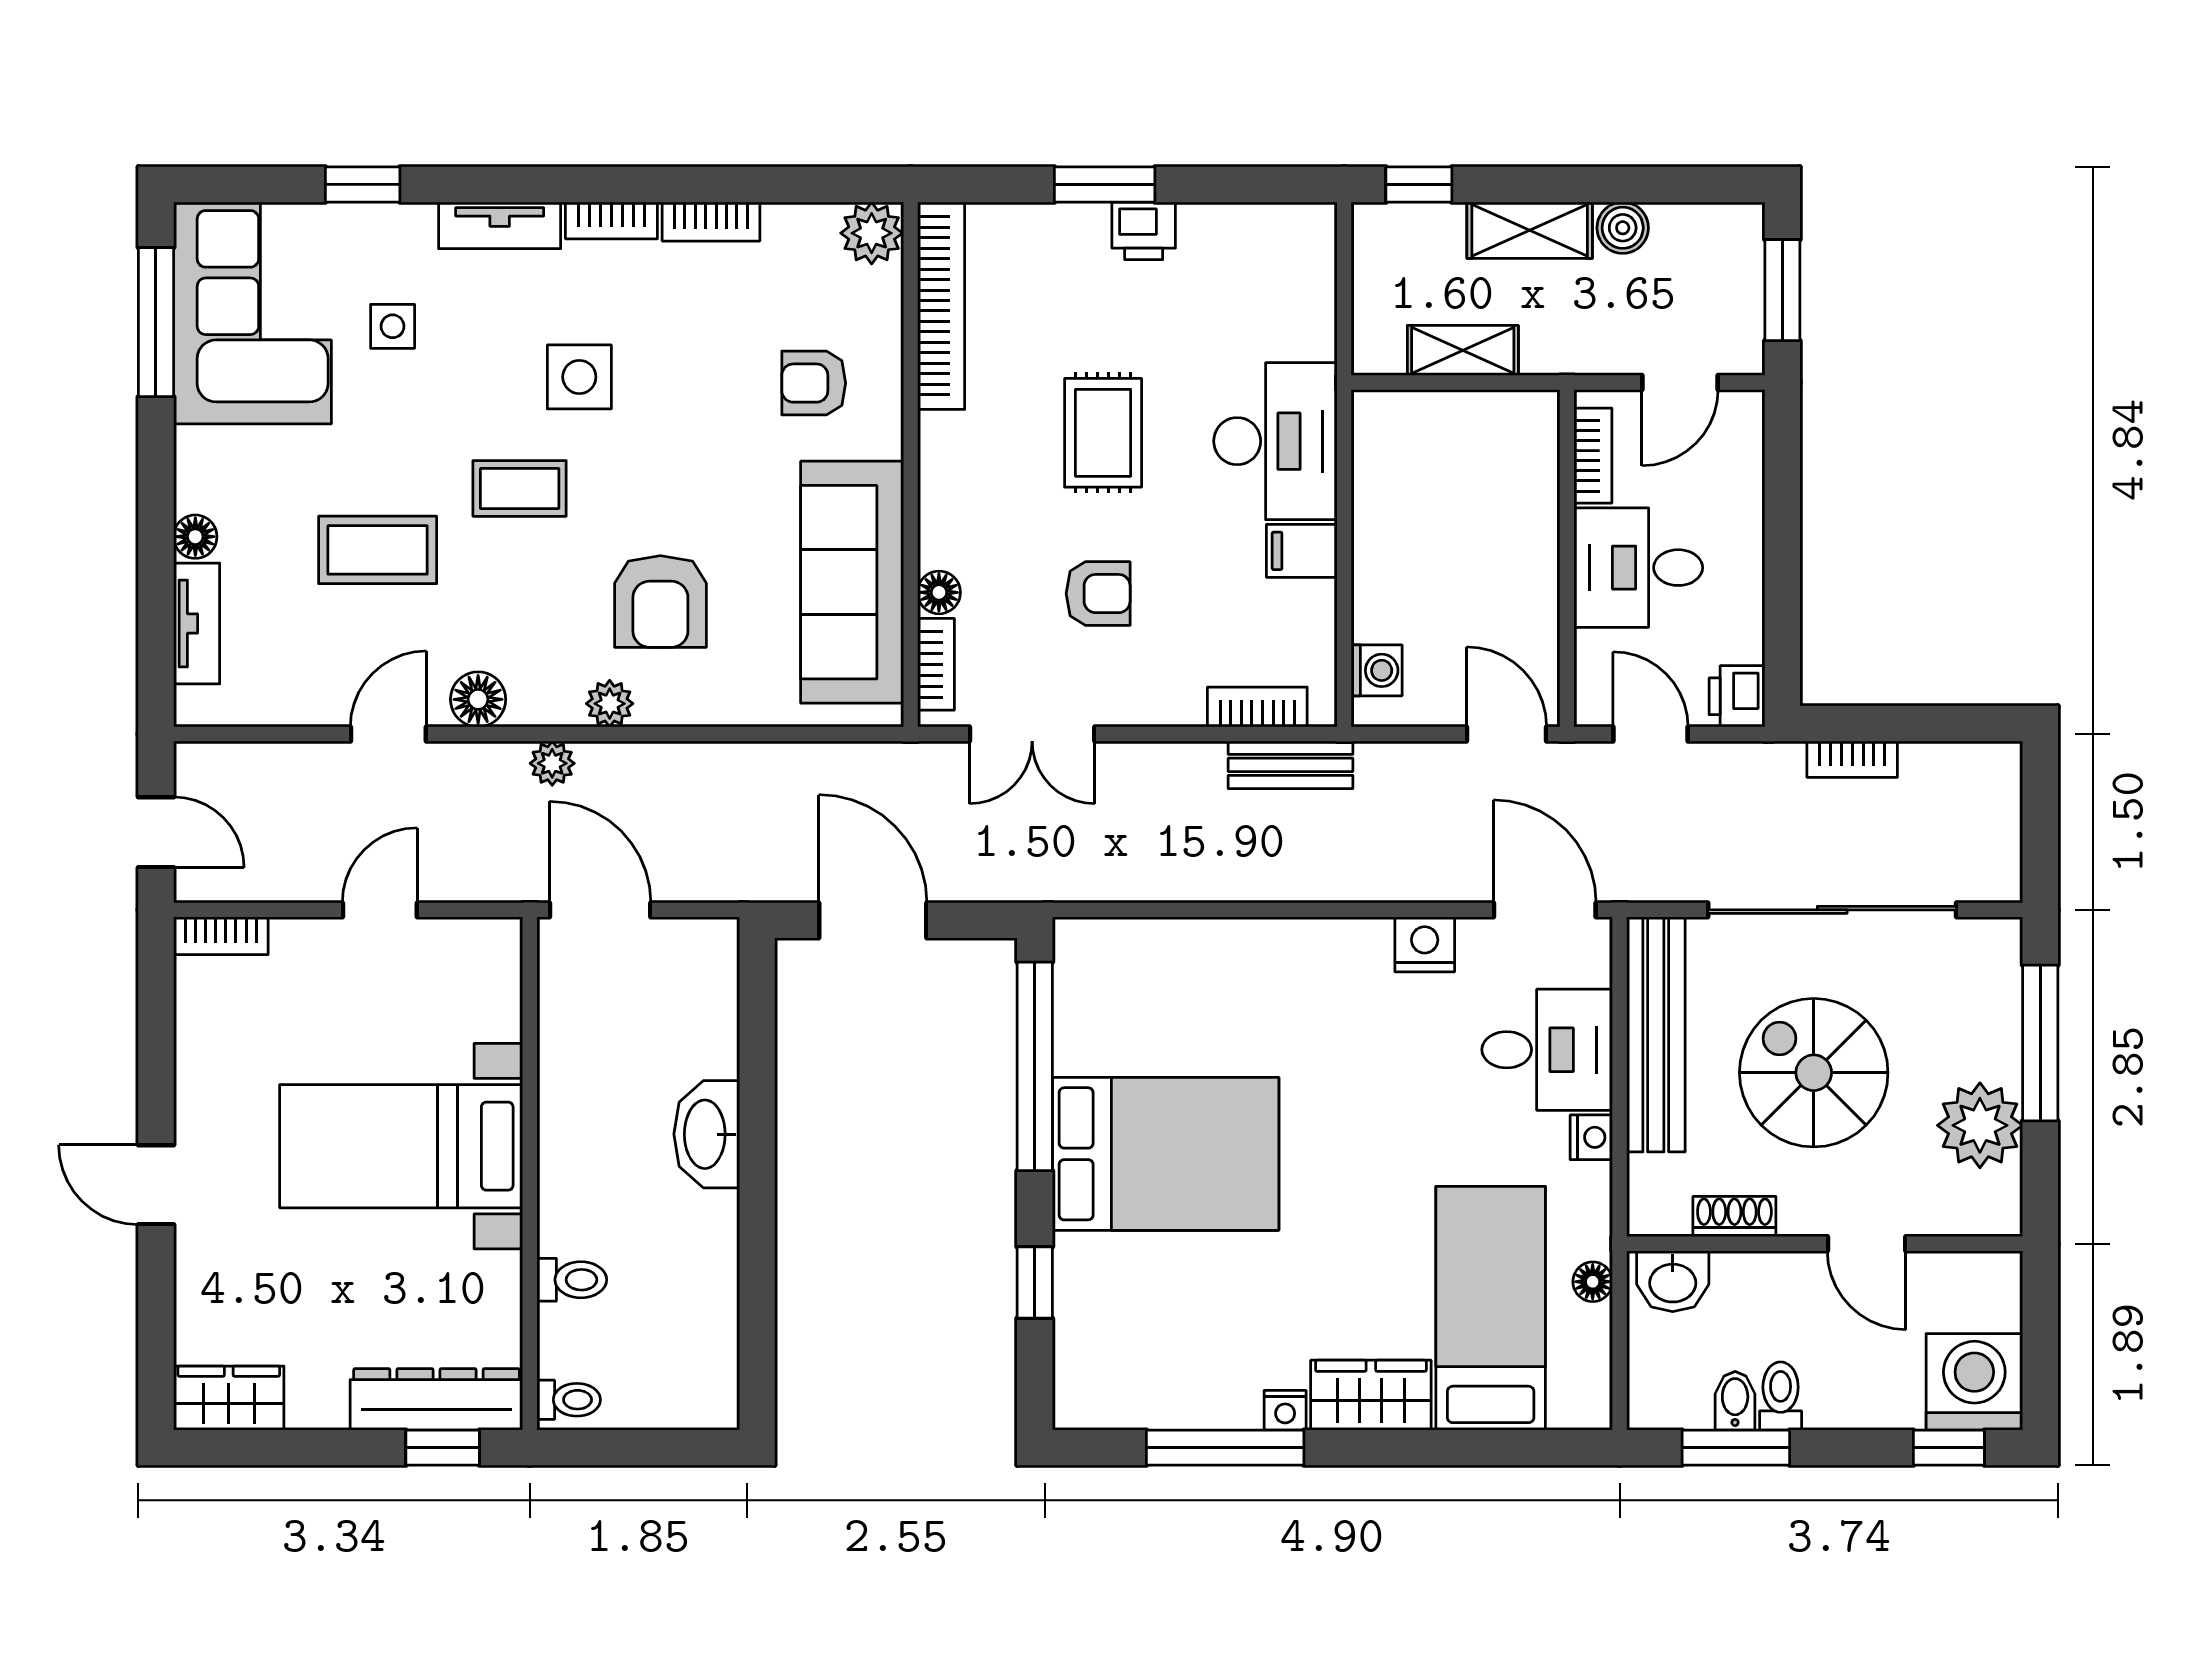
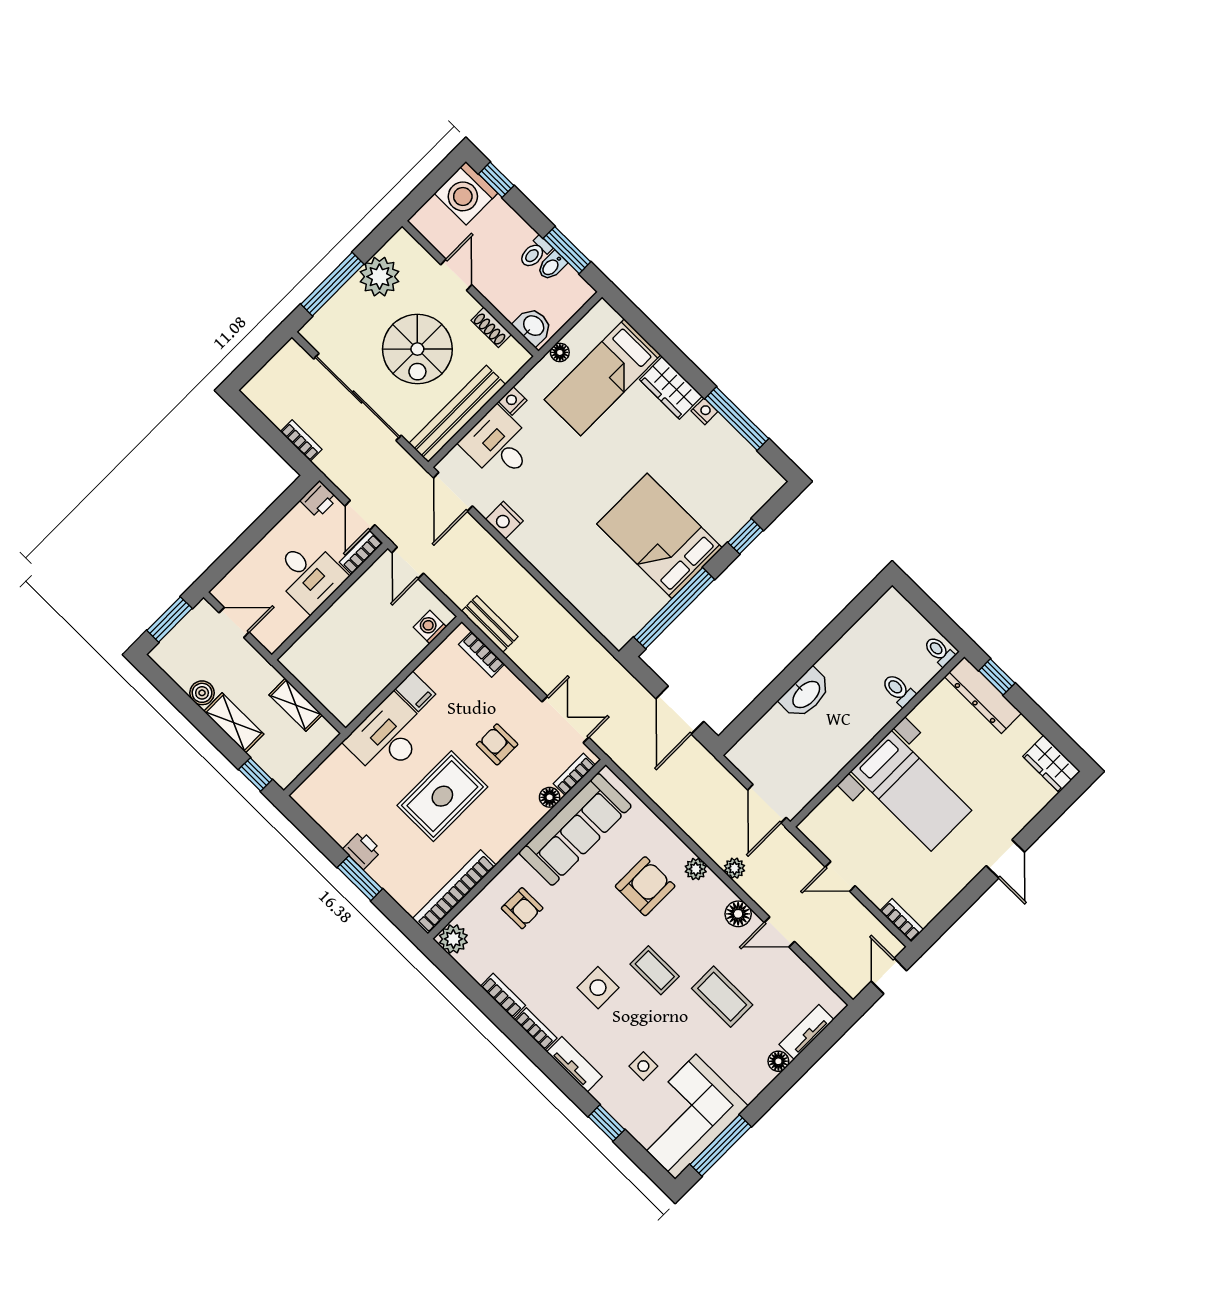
rug: (1103, 433) -> (442, 796), width x1.36, depth x1.43
bookcase: (1593, 456) -> (361, 553), moved

